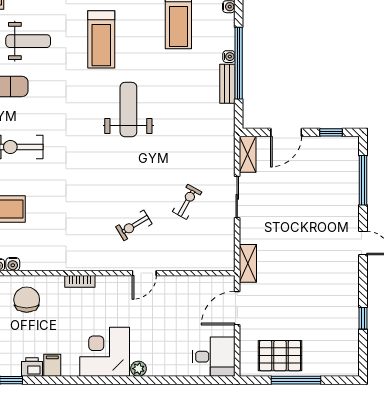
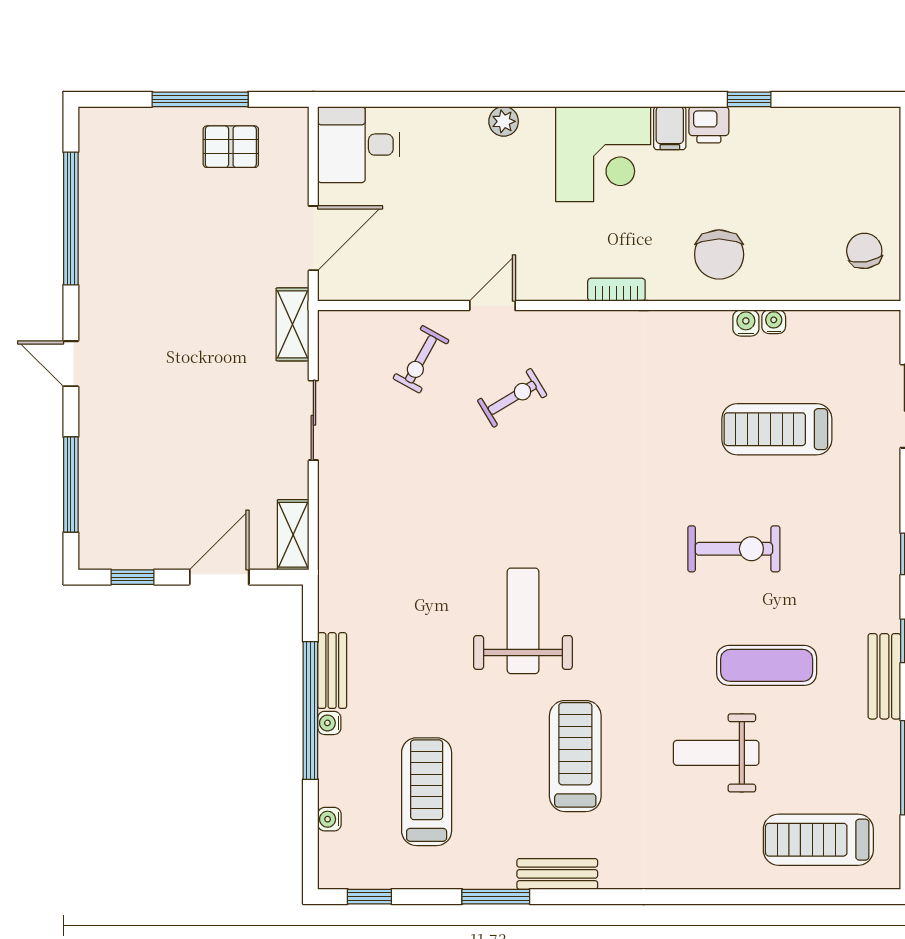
weight bench: (128, 110) -> (523, 621), turned 180
sliding door: (237, 197) -> (313, 420), moved
exercise bike: (187, 202) -> (421, 359), moved
window: (363, 318) -> (71, 219), width x3.17
corner desk: (105, 352) -> (603, 154), moved
pallet: (280, 356) -> (231, 147), width x0.67, depth x0.71

